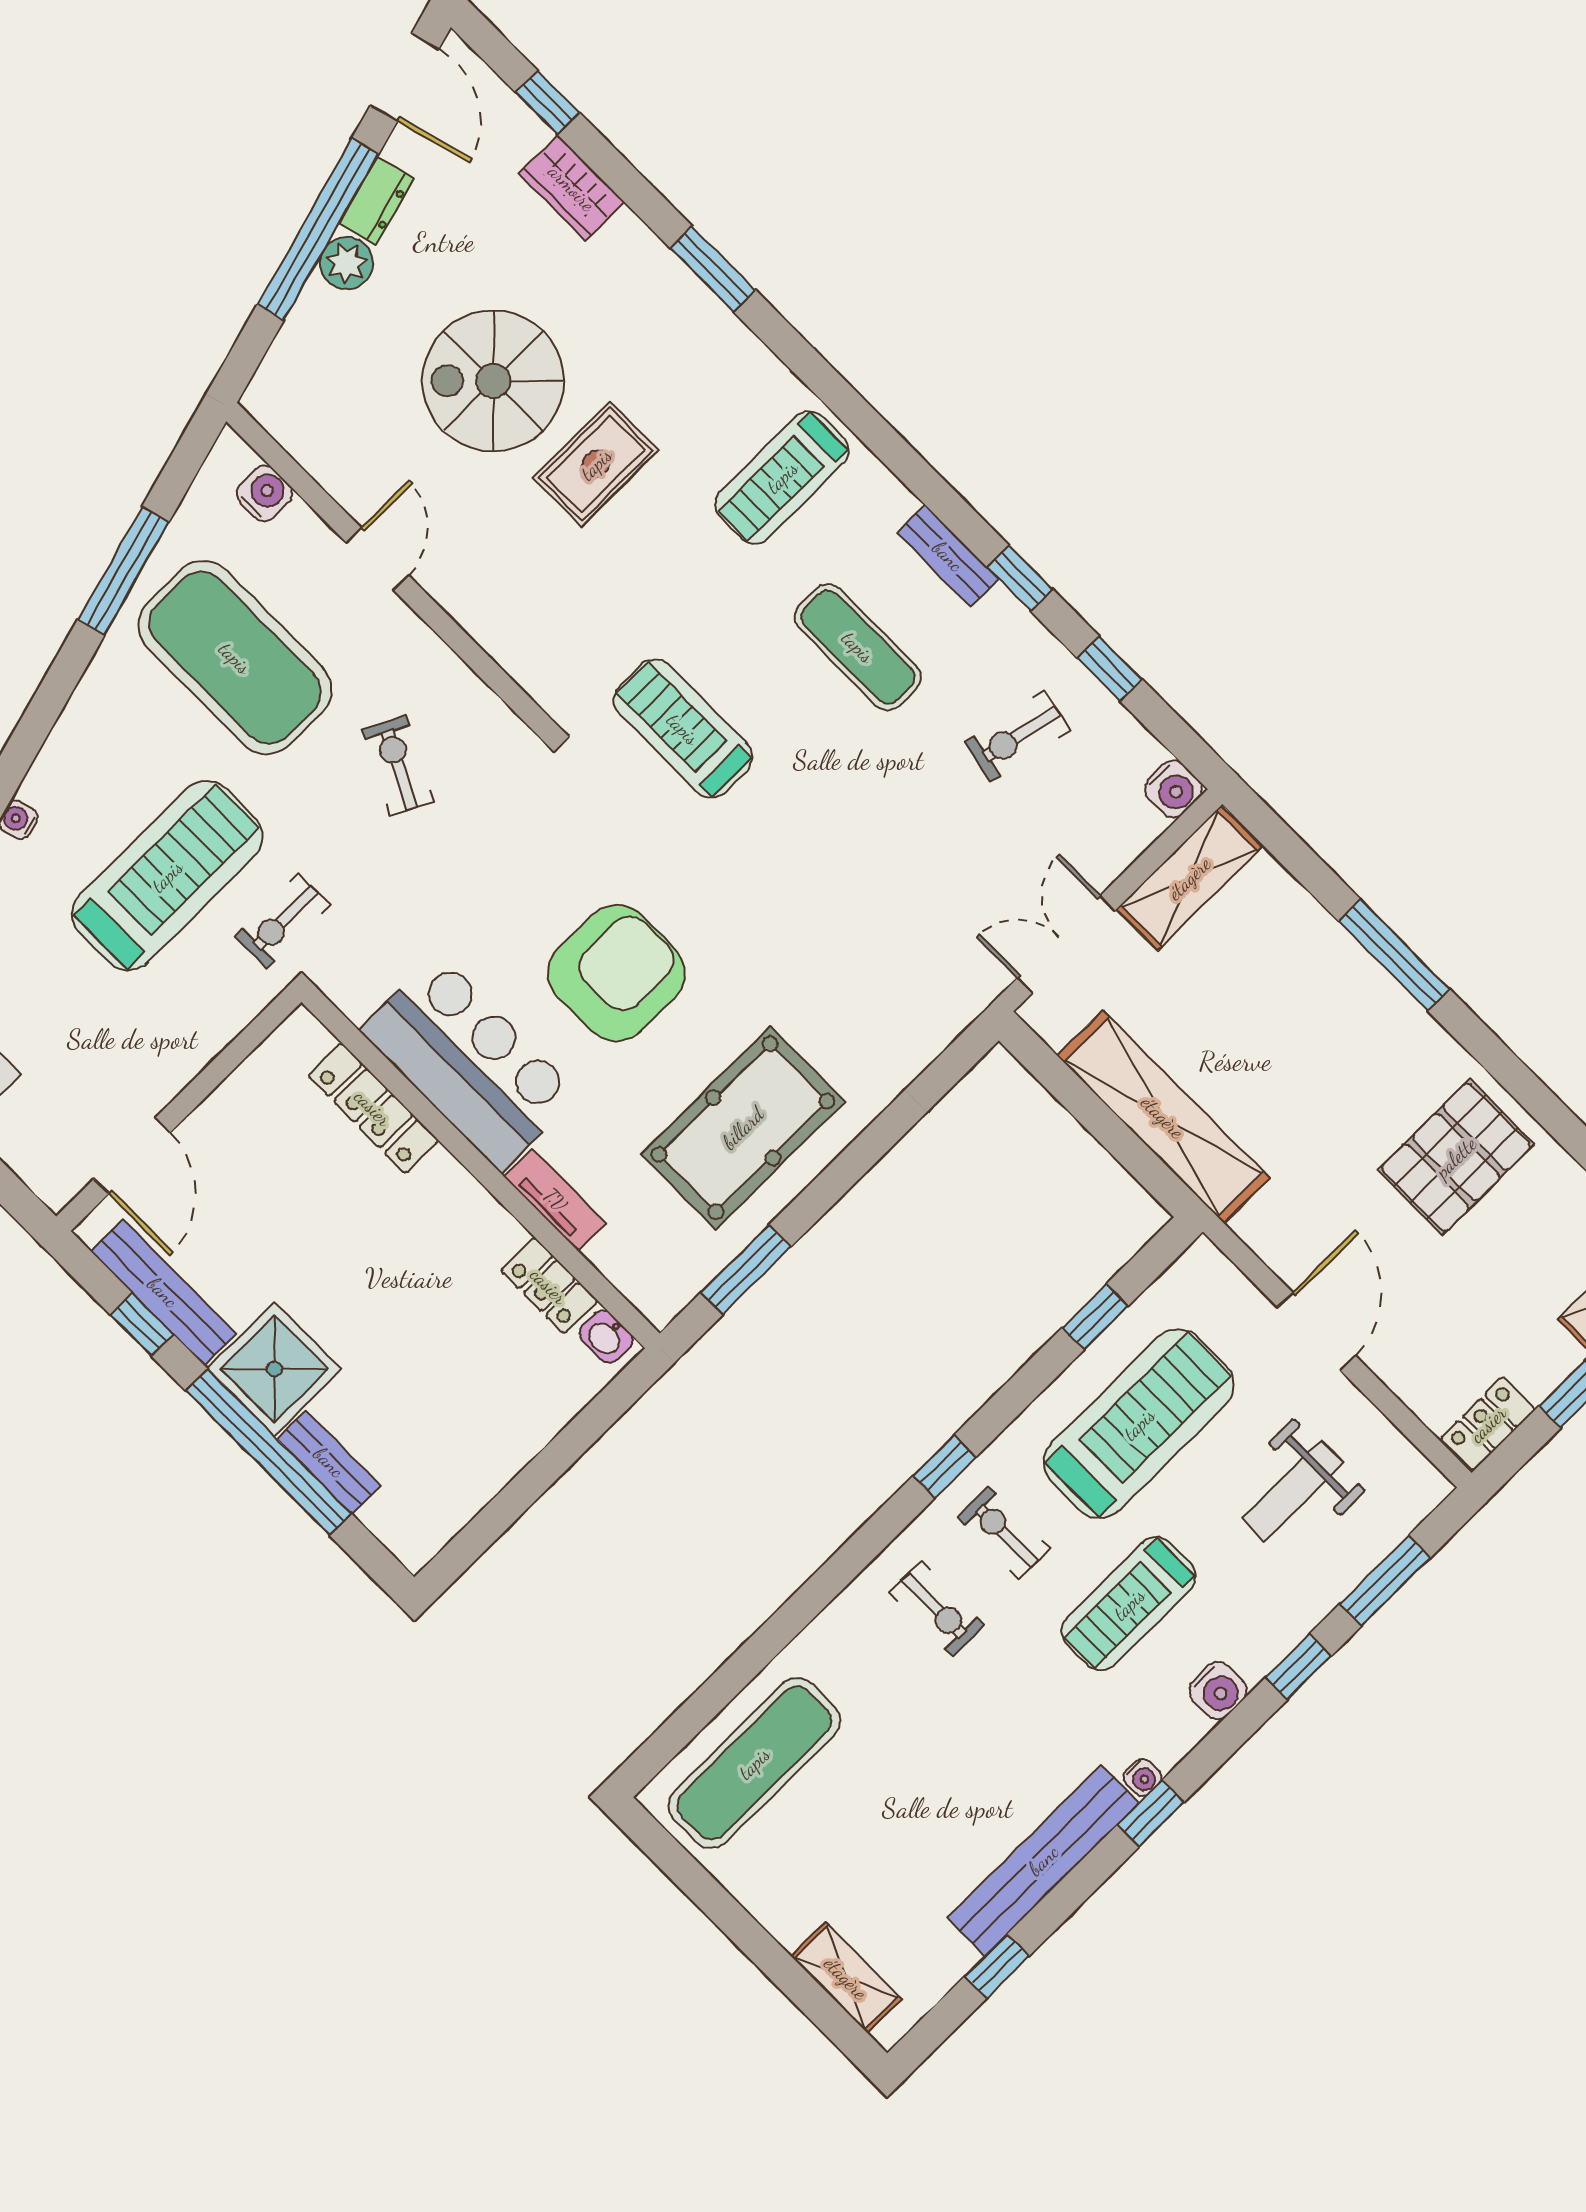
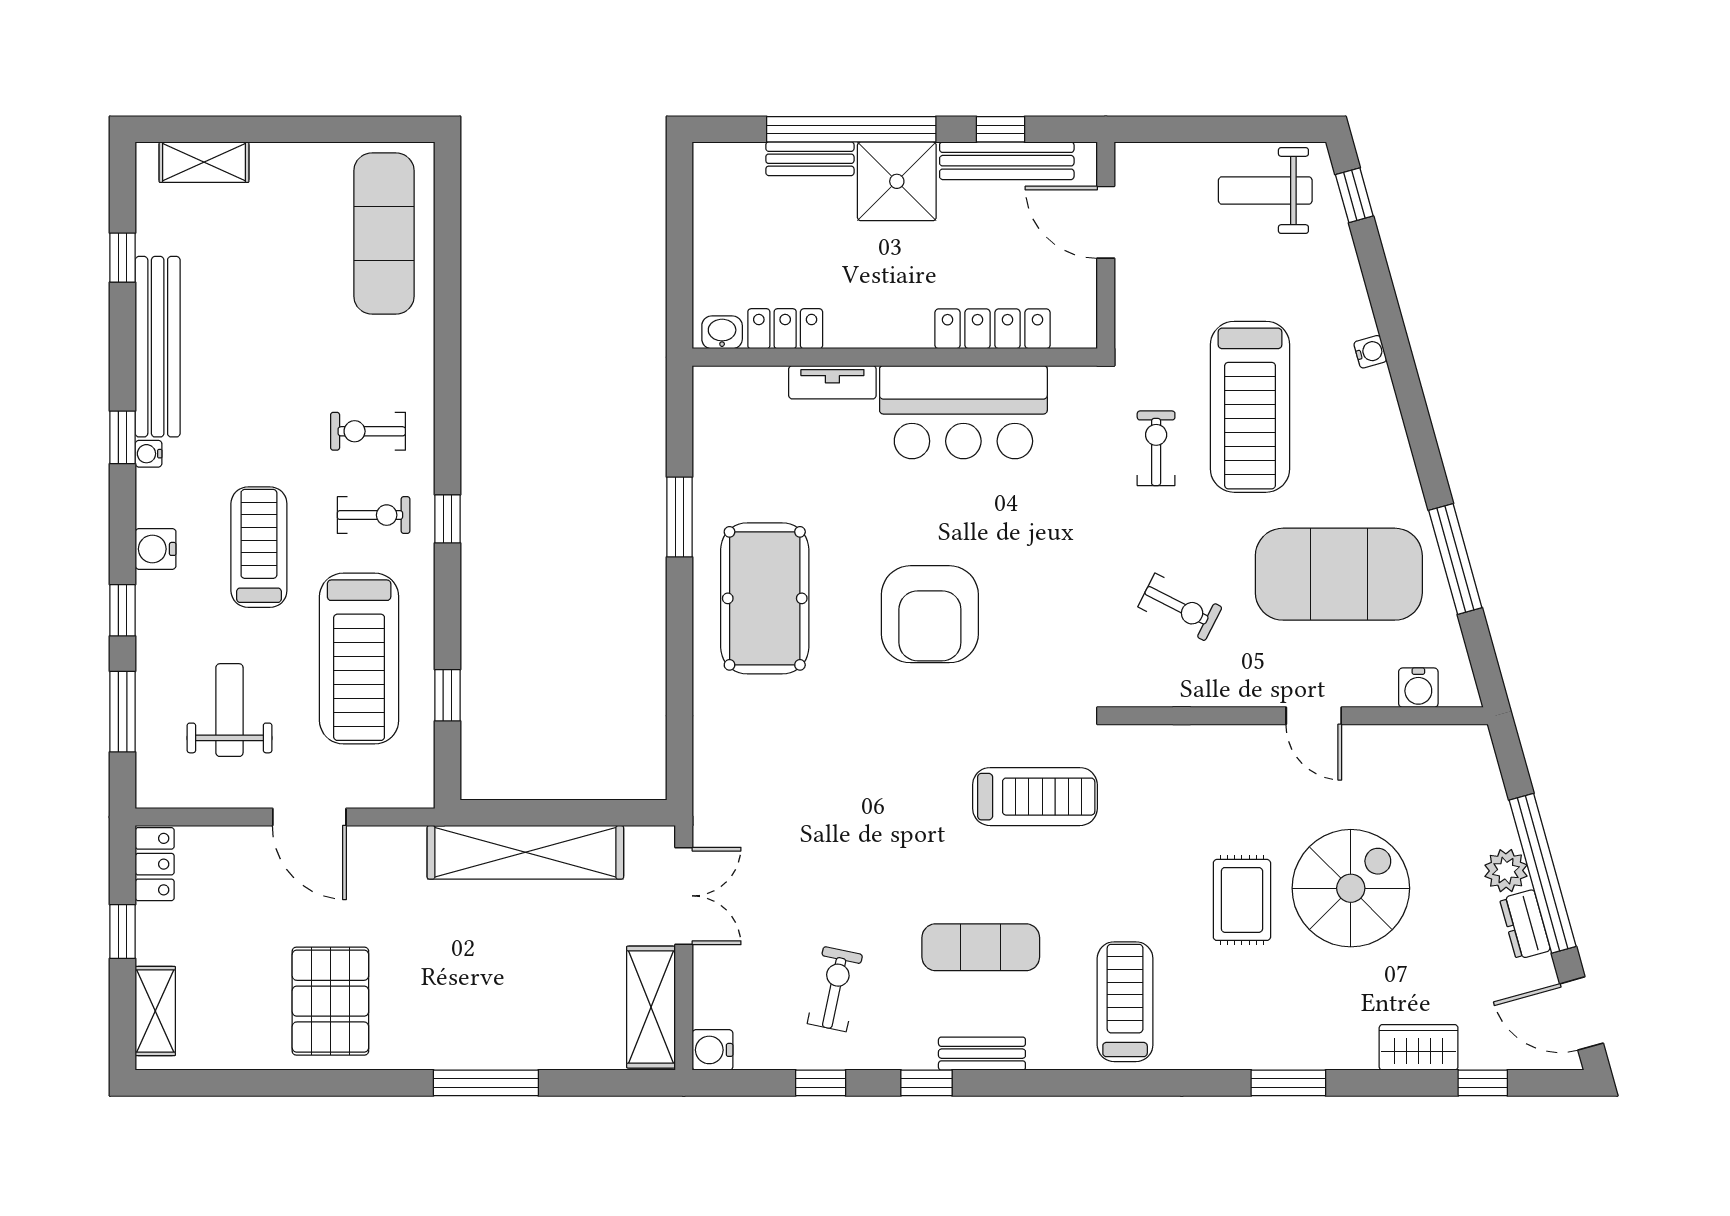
bar counter: (469, 1062) -> (963, 412), moved
locker: (373, 1108) -> (992, 329), moved
wall: (481, 1168) -> (895, 357), moved
tv unit: (555, 1200) -> (832, 382), moved
locker: (549, 1286) -> (785, 329), moved
washbasin: (606, 1336) -> (722, 332), moved

